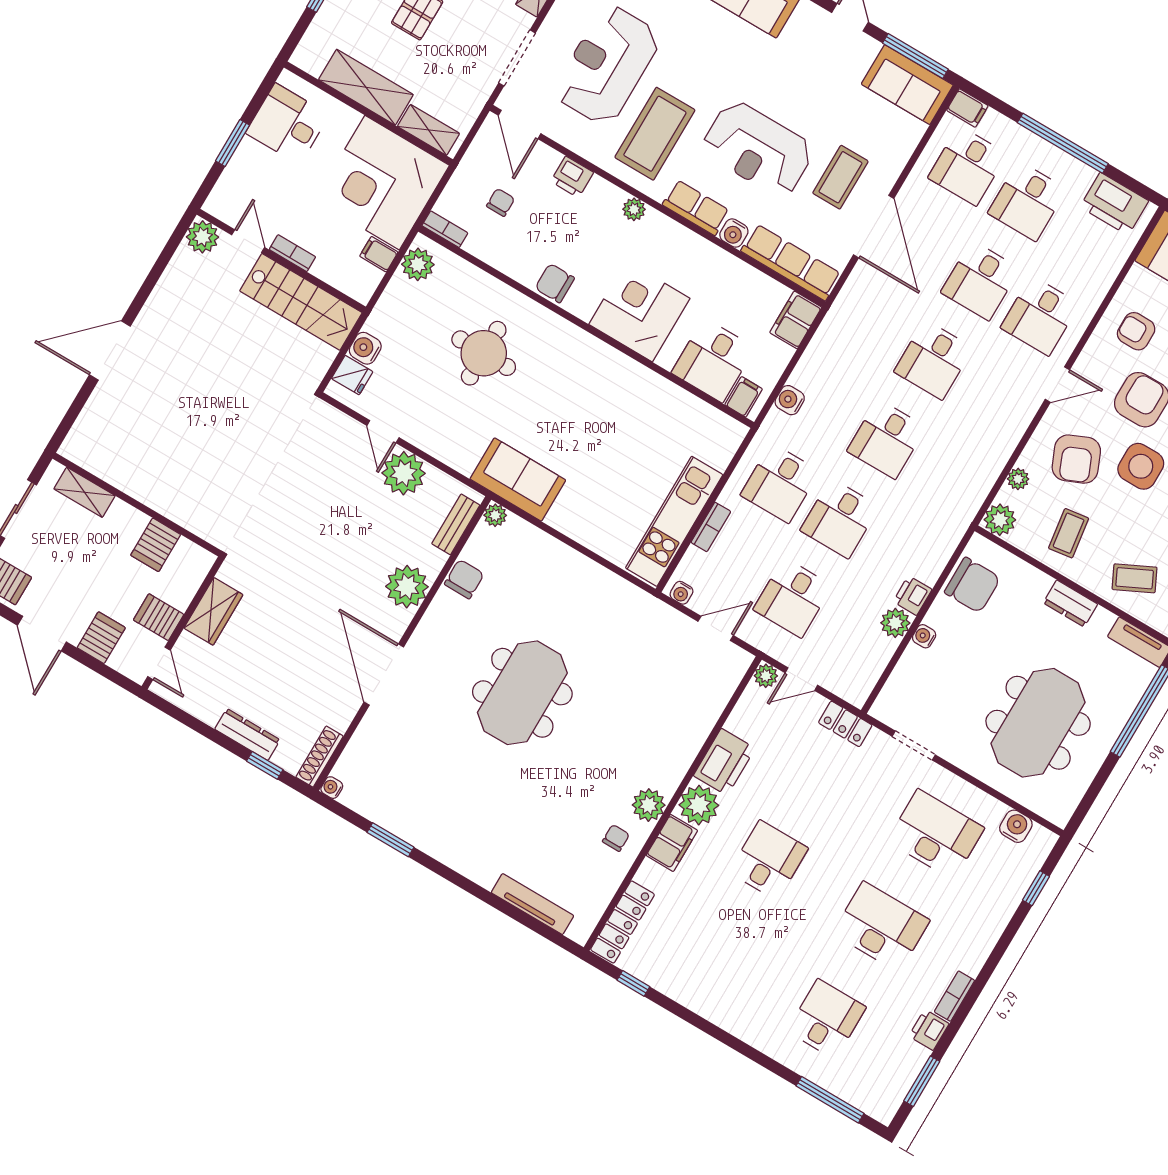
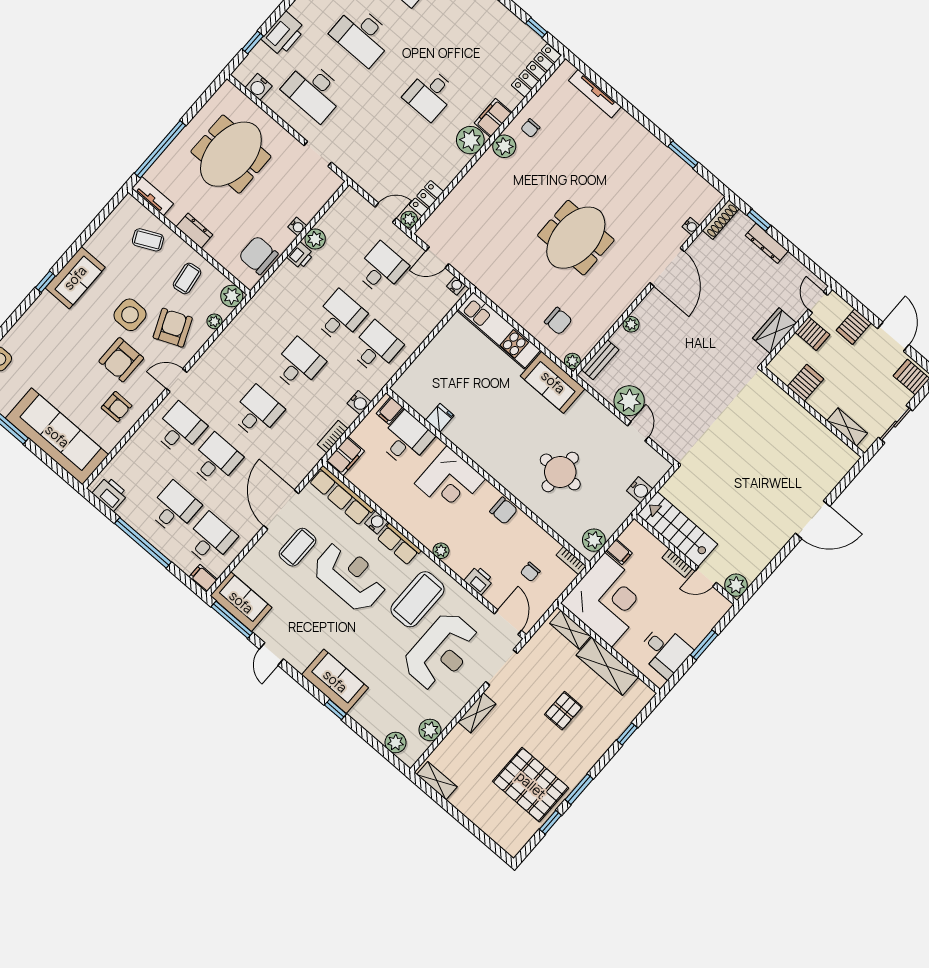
printer: (1114, 204) -> (110, 494), width x0.73, depth x0.84
door: (248, 241) -> (706, 577), hinge flipped
fridge: (352, 375) -> (440, 418), moved, turned 90
kitchen unit: (674, 521) -> (499, 330), moved, turned 90
bookcase: (711, 527) -> (333, 437), moved
chair: (464, 579) -> (558, 321), moved, turned -90
plant: (407, 587) -> (631, 324), width x0.53, depth x0.53
locker: (845, 724) -> (426, 198), moved, turned -90
printer: (724, 762) -> (283, 34), moved, turned 180
water cooler: (332, 788) -> (691, 226), moved

